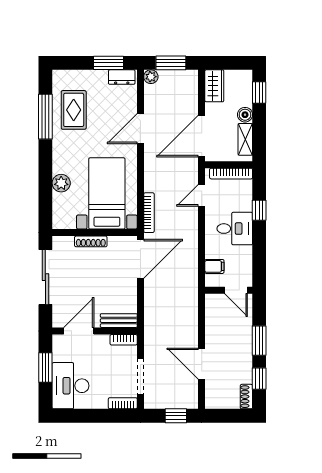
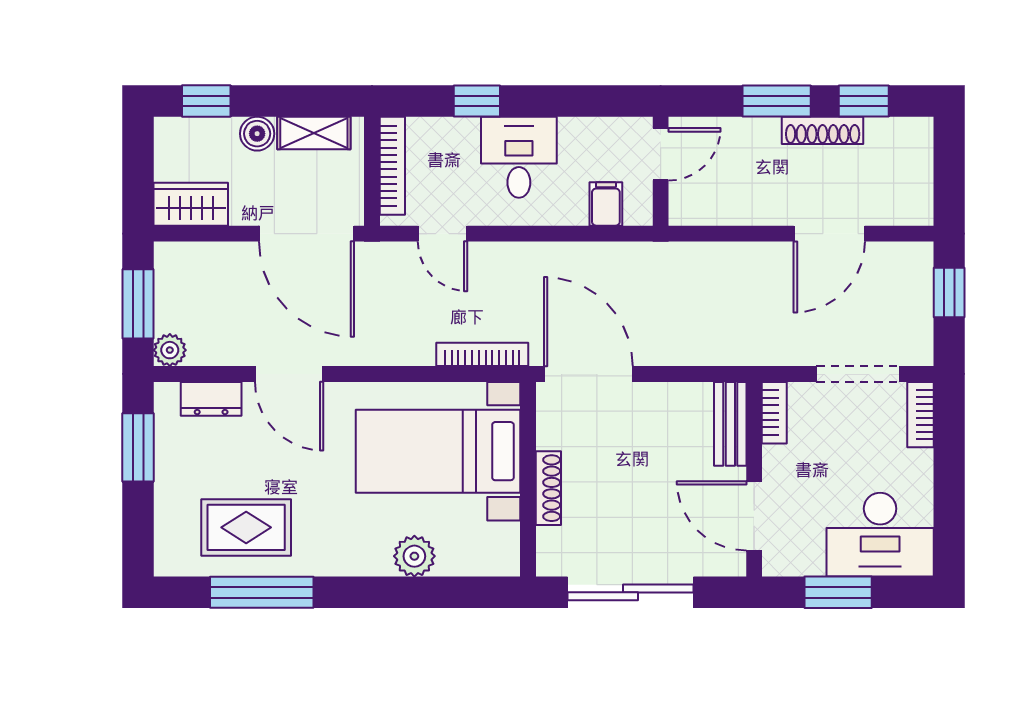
dresser: (122, 77) -> (211, 399), moved, turned 90
shoe rack: (246, 397) -> (823, 130), moved, width x1.43

